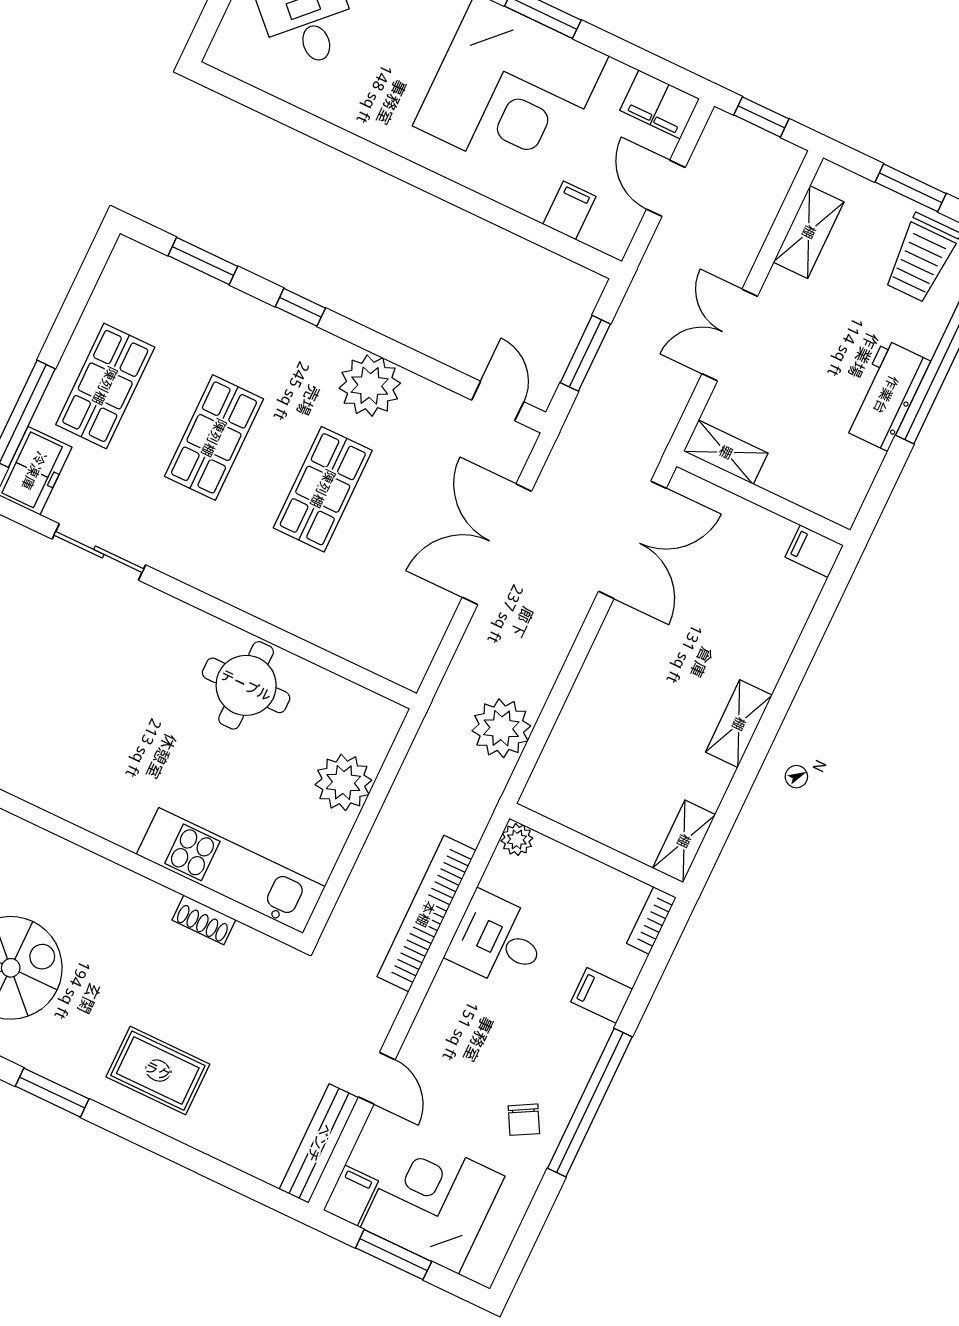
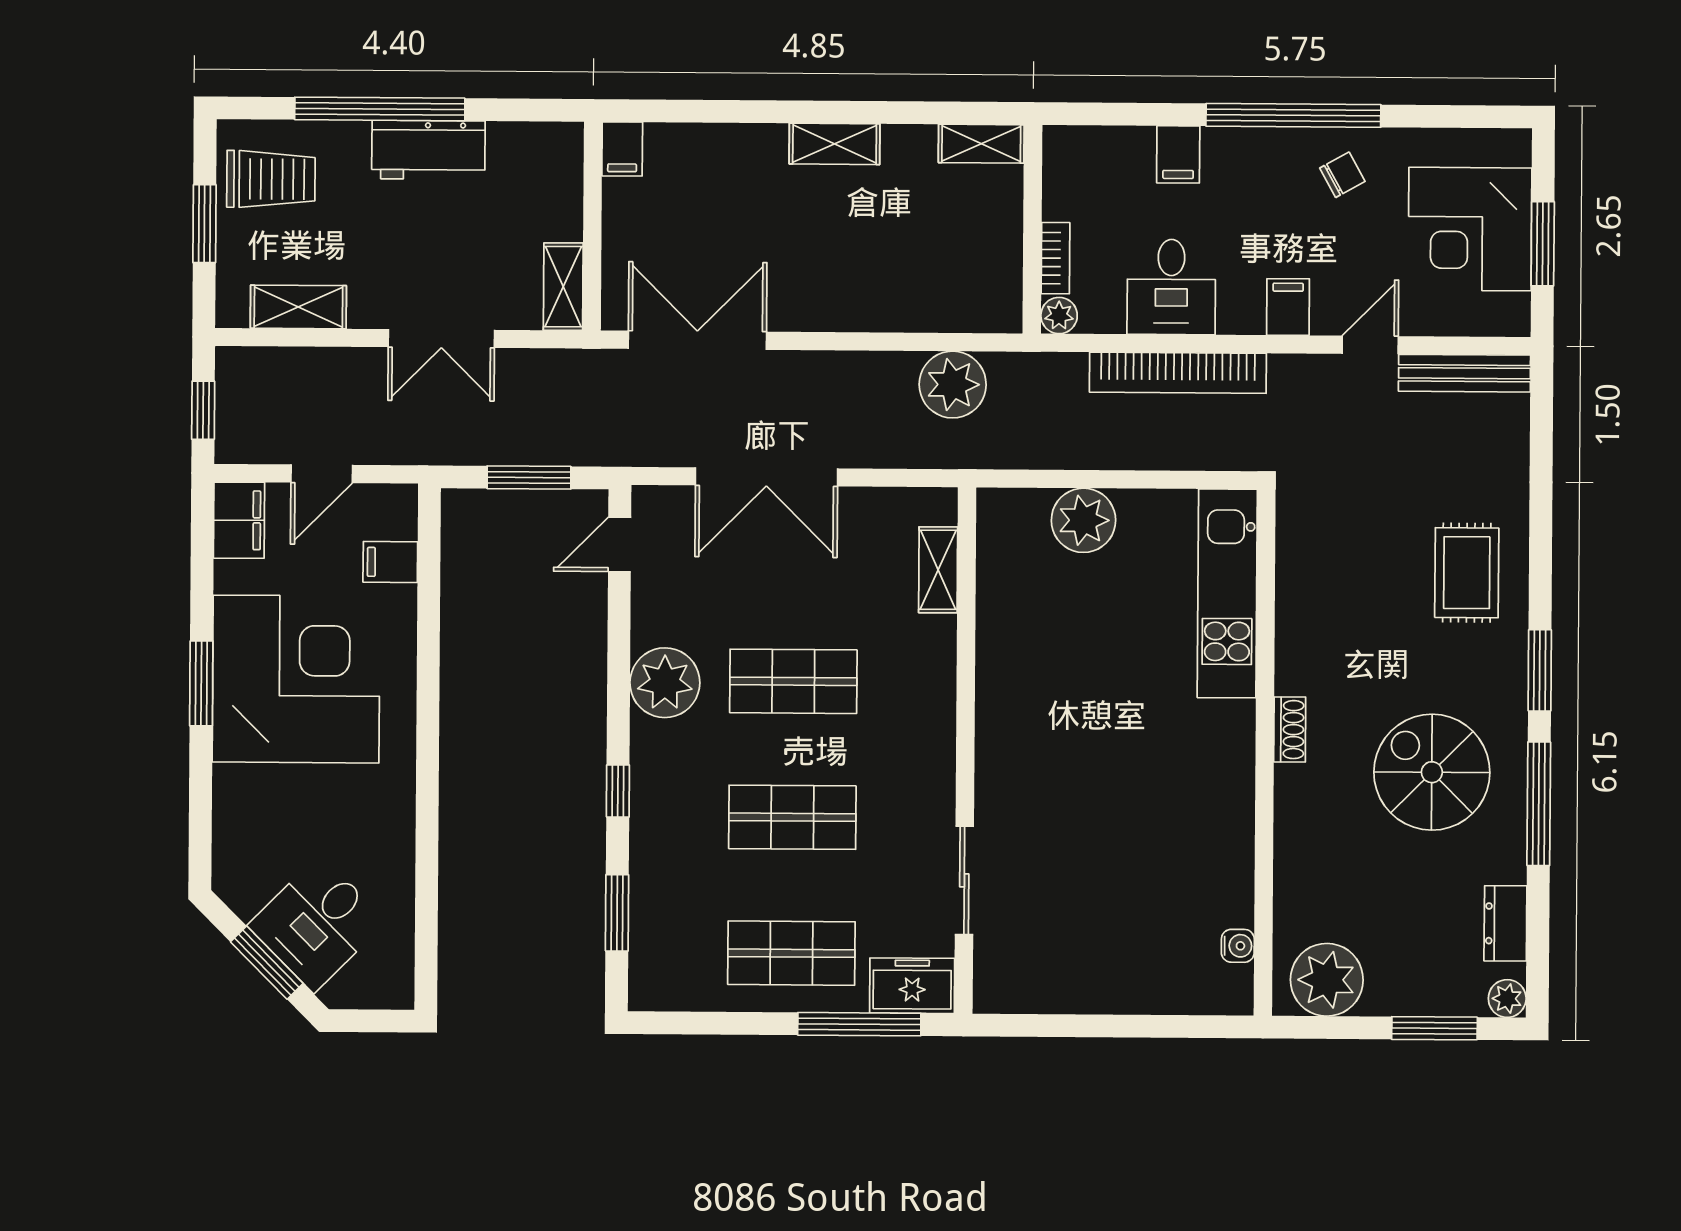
shelving: (358, 647) -> (938, 570), added
round table: (246, 685) -> (1031, 666), removed
shoe rack: (204, 920) -> (1290, 730), moved
bookcase: (651, 920) -> (1055, 258), moved, turned -90
filing cabinet: (351, 1196) -> (1288, 307), moved, turned 90

